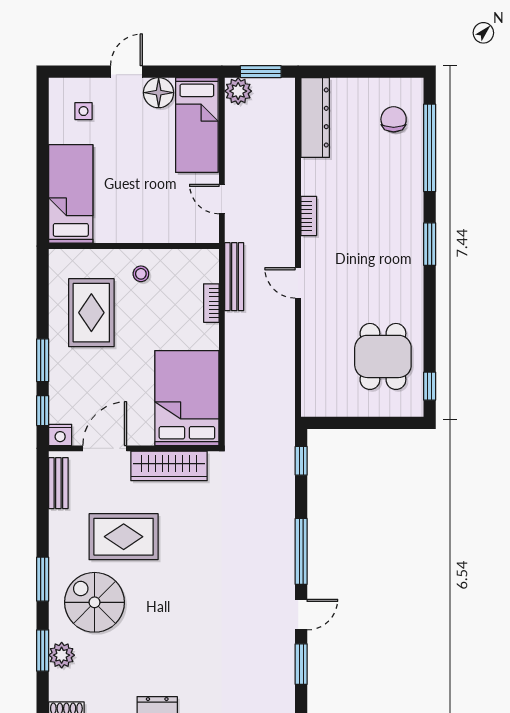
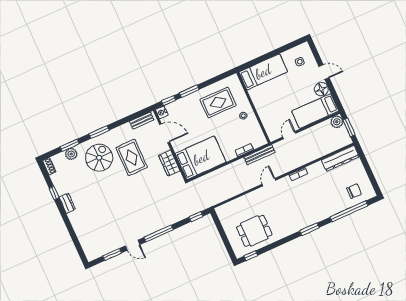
wardrobe: (169, 466) -> (169, 163), width x0.67

